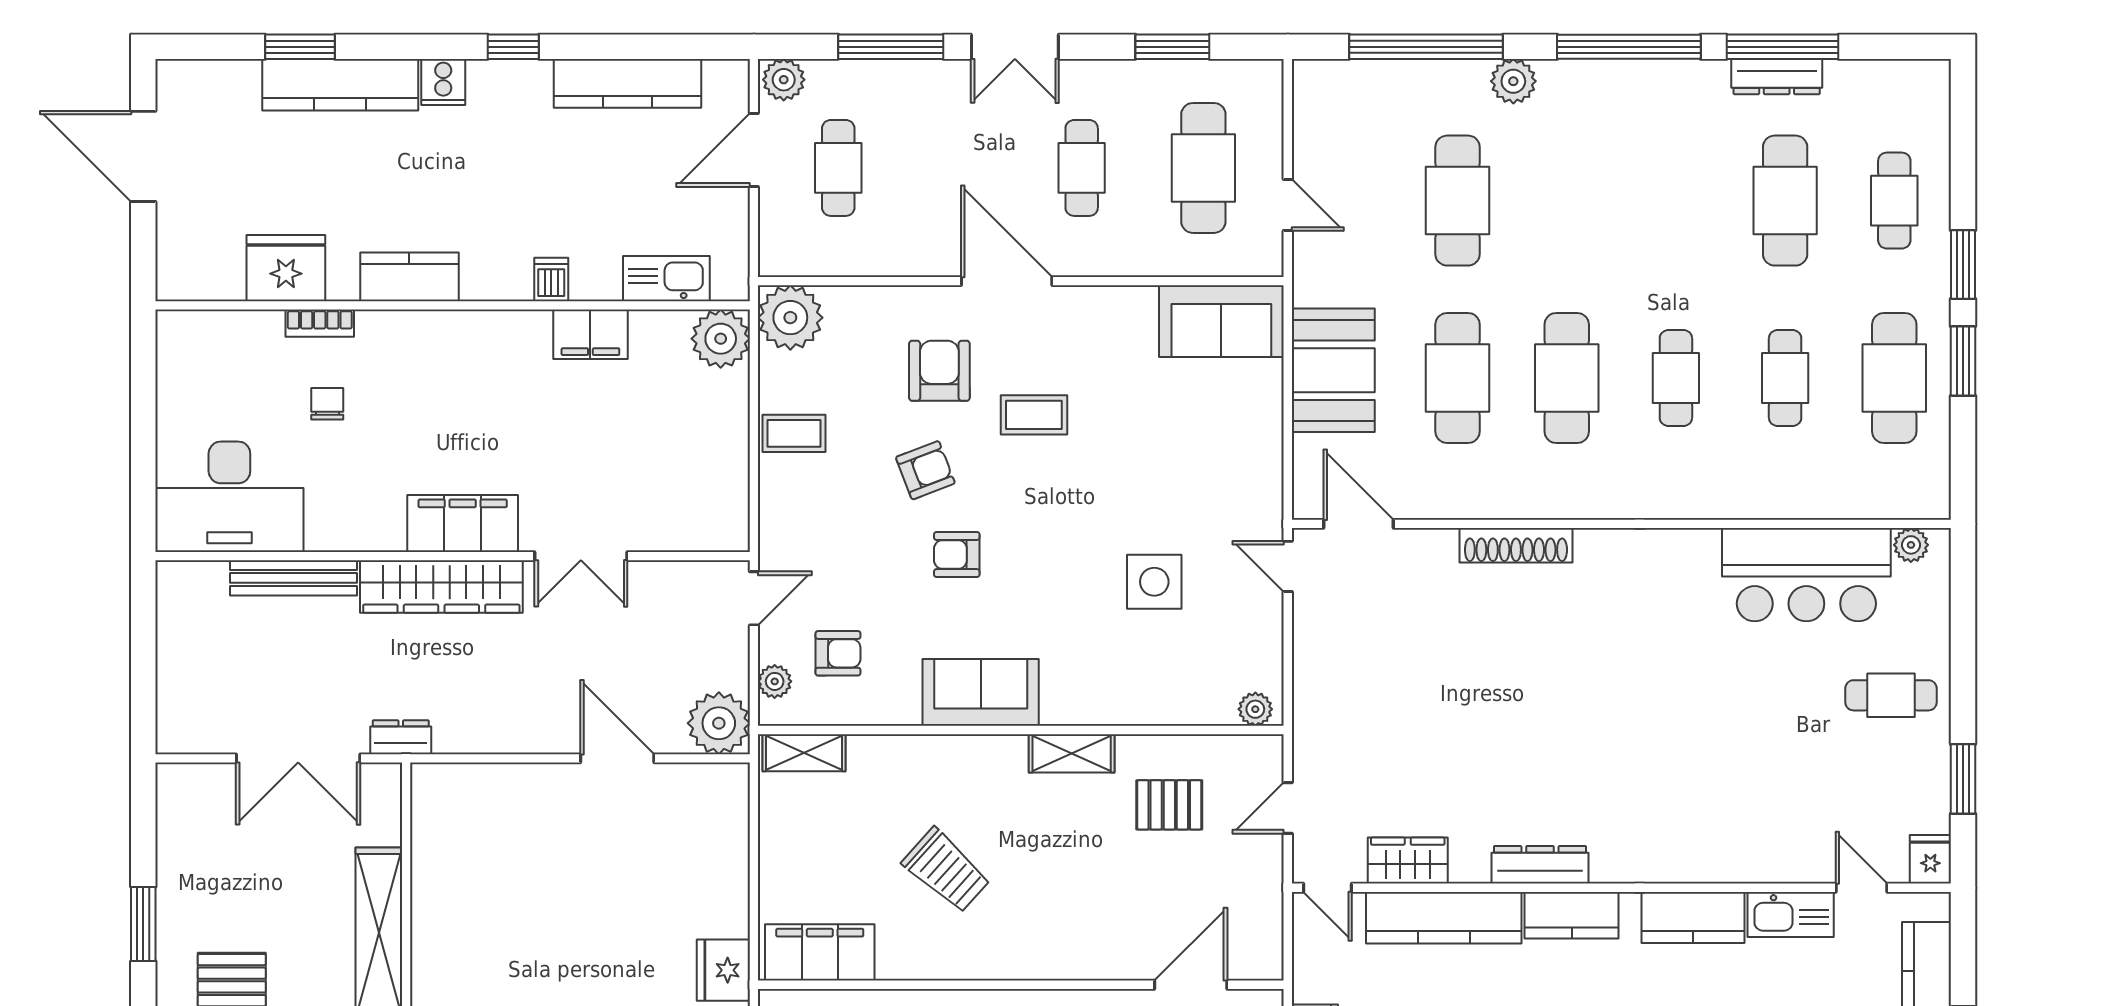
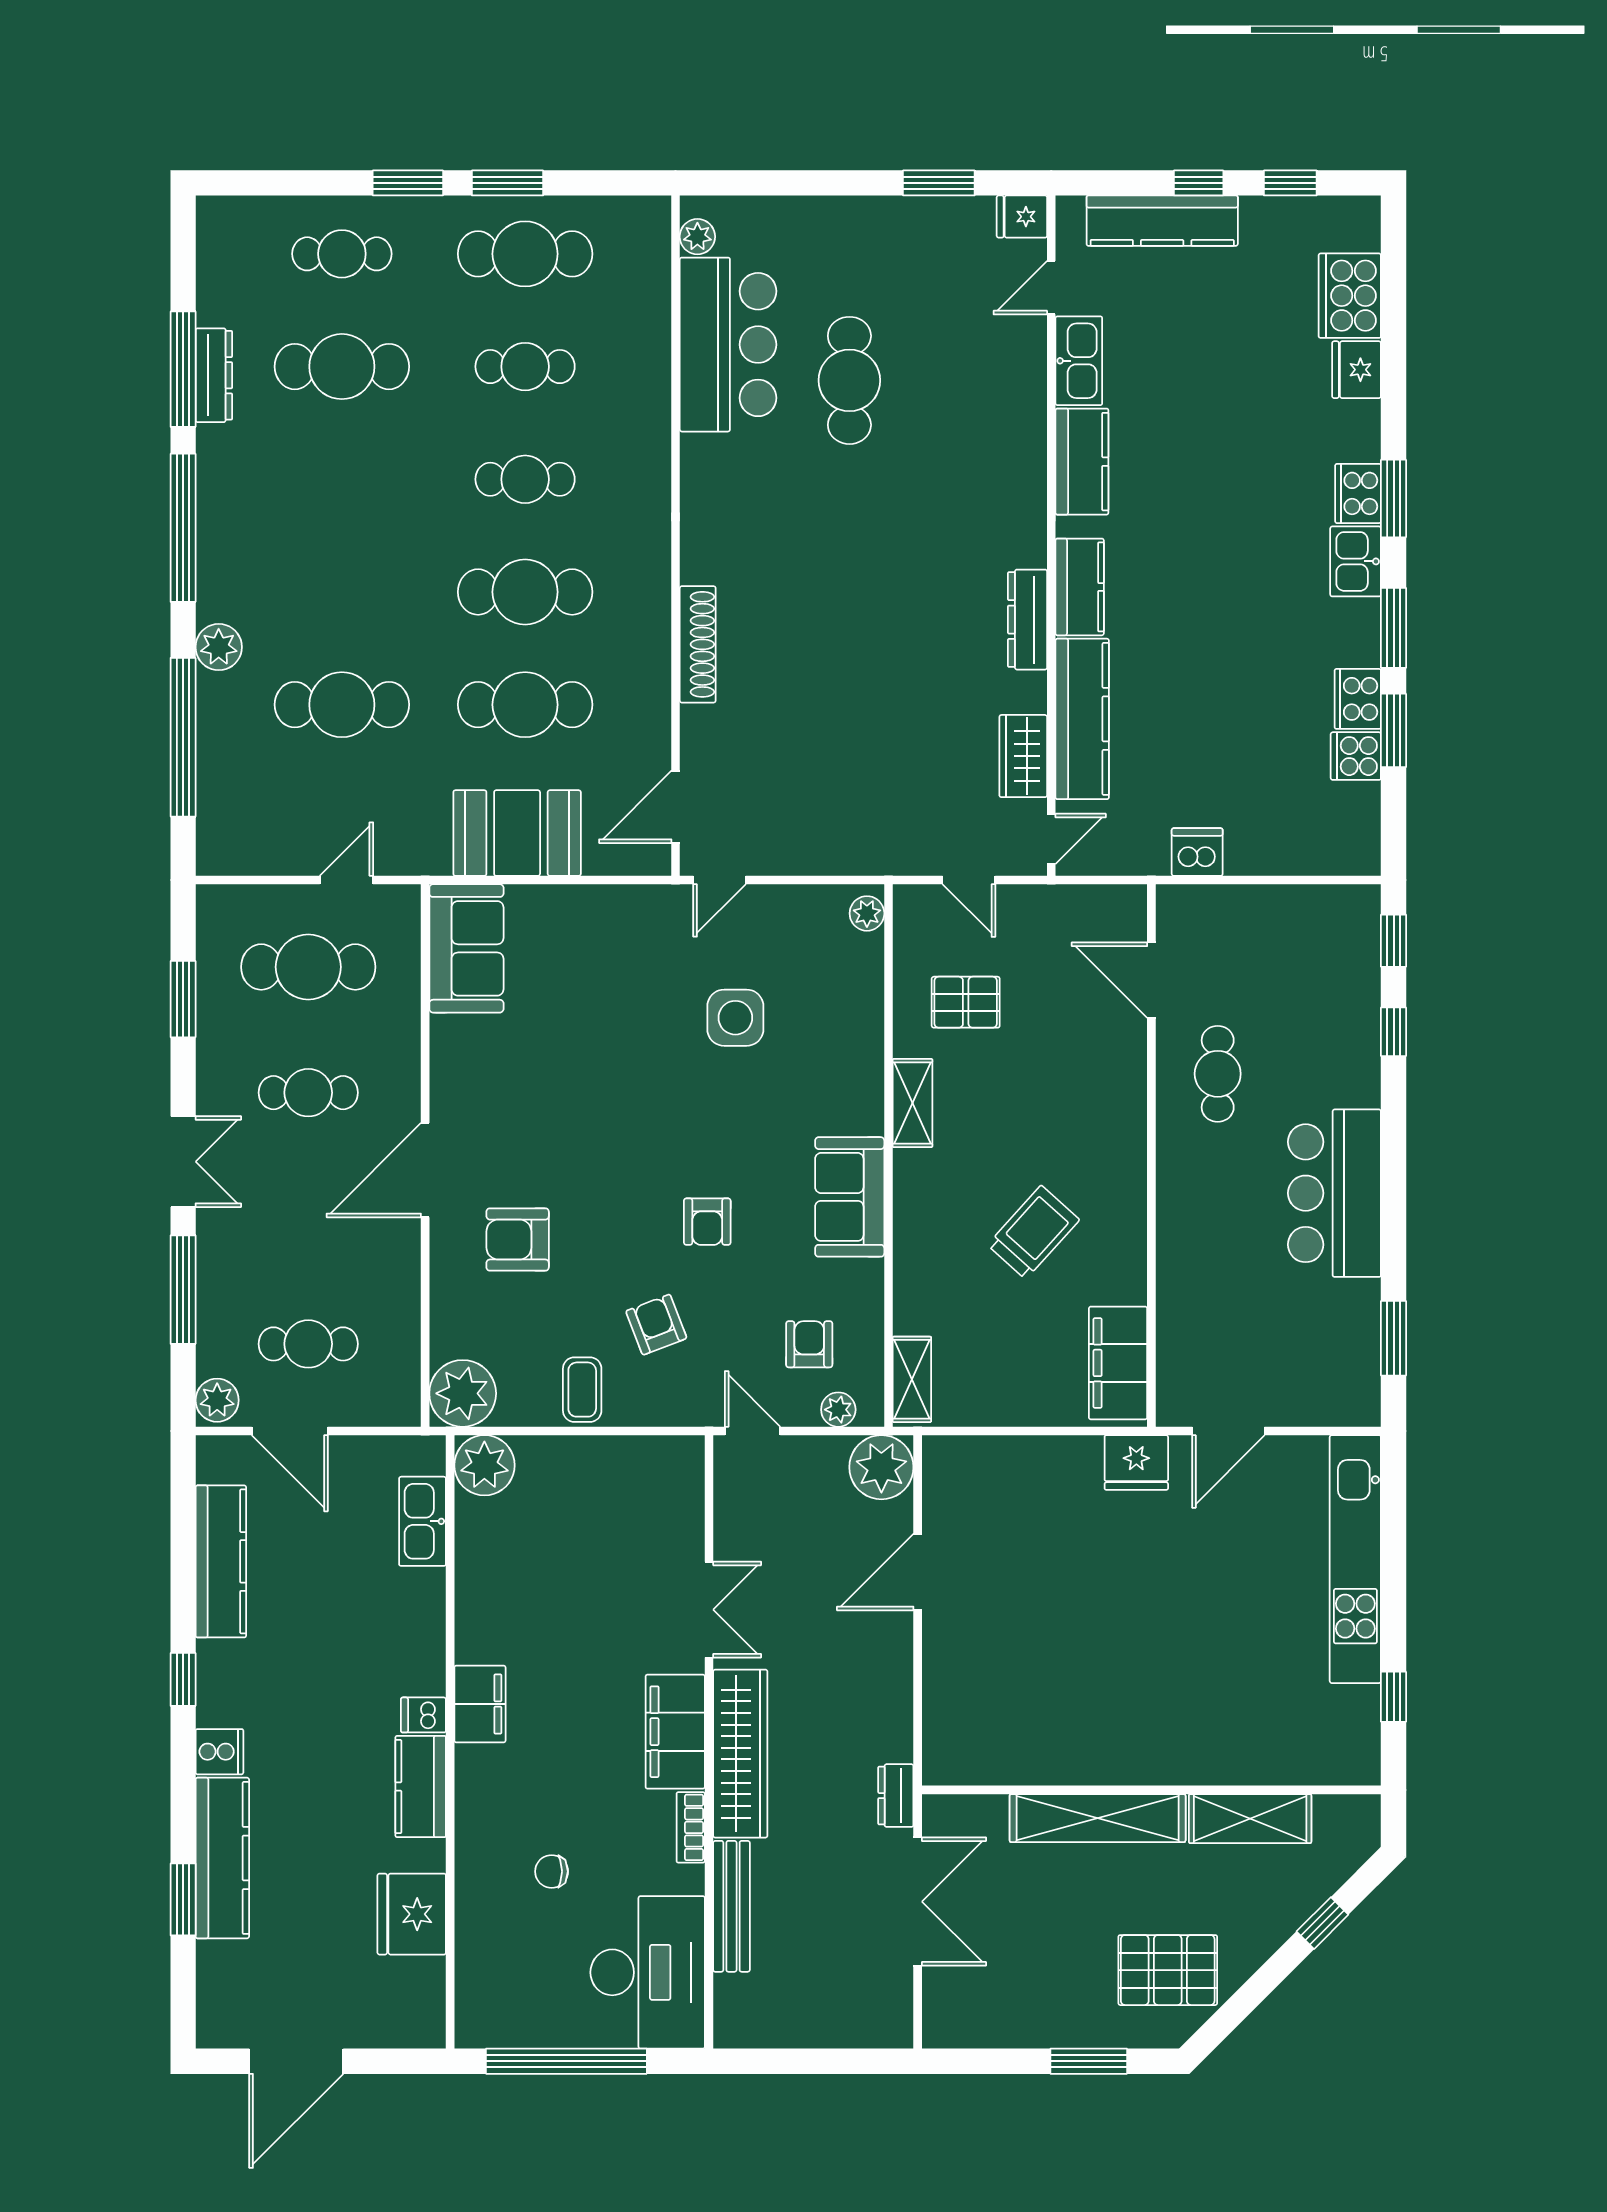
dishwasher: (551, 280) -> (423, 1715), moved
bookcase: (320, 323) -> (691, 1827), moved, turned 180
filing cabinet: (590, 334) -> (480, 1704), moved
coffee table: (1034, 415) -> (563, 1142), removed
window: (143, 418) -> (566, 2061), added
armchair: (925, 470) -> (656, 1325), moved
cafe table: (1891, 695) -> (849, 380), moved, width x1.37, depth x1.35
pallet: (1169, 805) -> (966, 1002), turned 90

